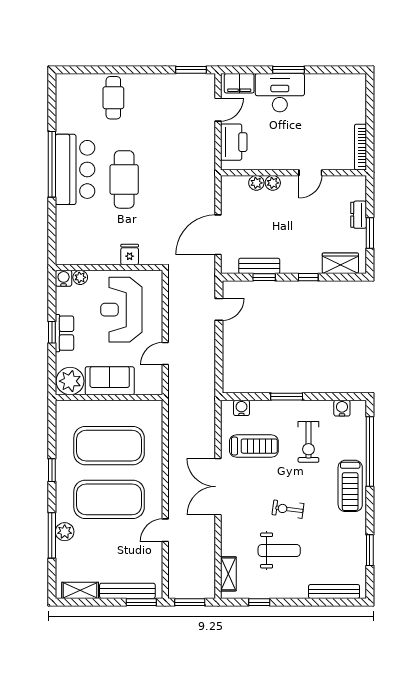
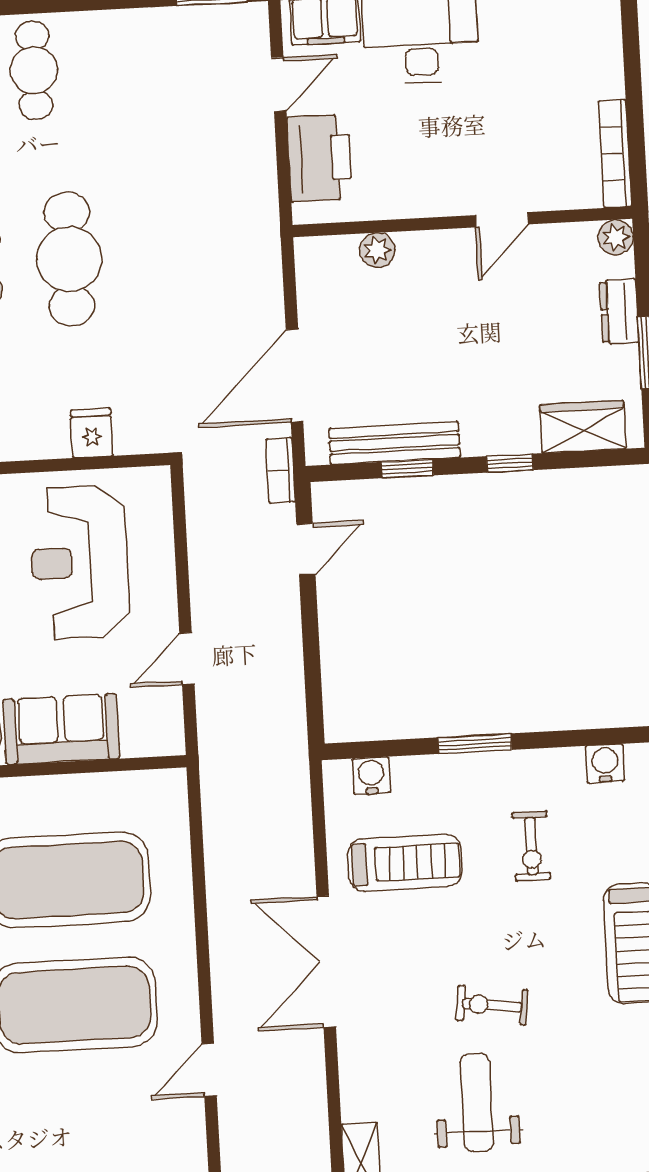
plant: (273, 183) -> (616, 237), moved
bench: (259, 266) -> (395, 443), width x1.36
bookcase: (210, 275) -> (281, 470), added
exercise bike: (308, 442) -> (531, 846), width x0.73, depth x0.72
weight bench: (279, 550) -> (477, 1102), turned -90

